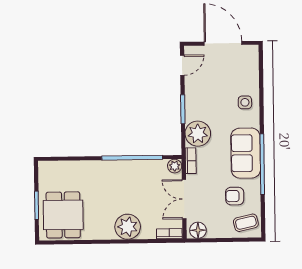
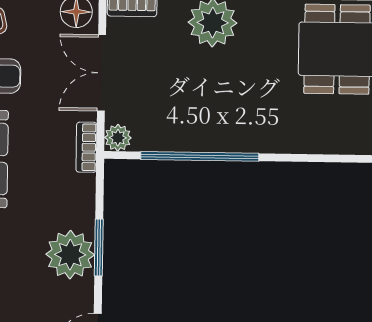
plant: (198, 134) -> (70, 255), moved
double door: (184, 199) -> (101, 73), swing flipped

